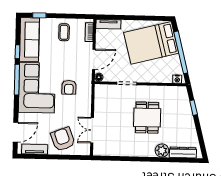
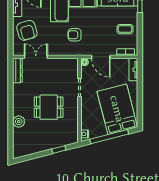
armchair: (63, 139) -> (27, 30), turned 95
dresser: (183, 152) -> (17, 71), moved

